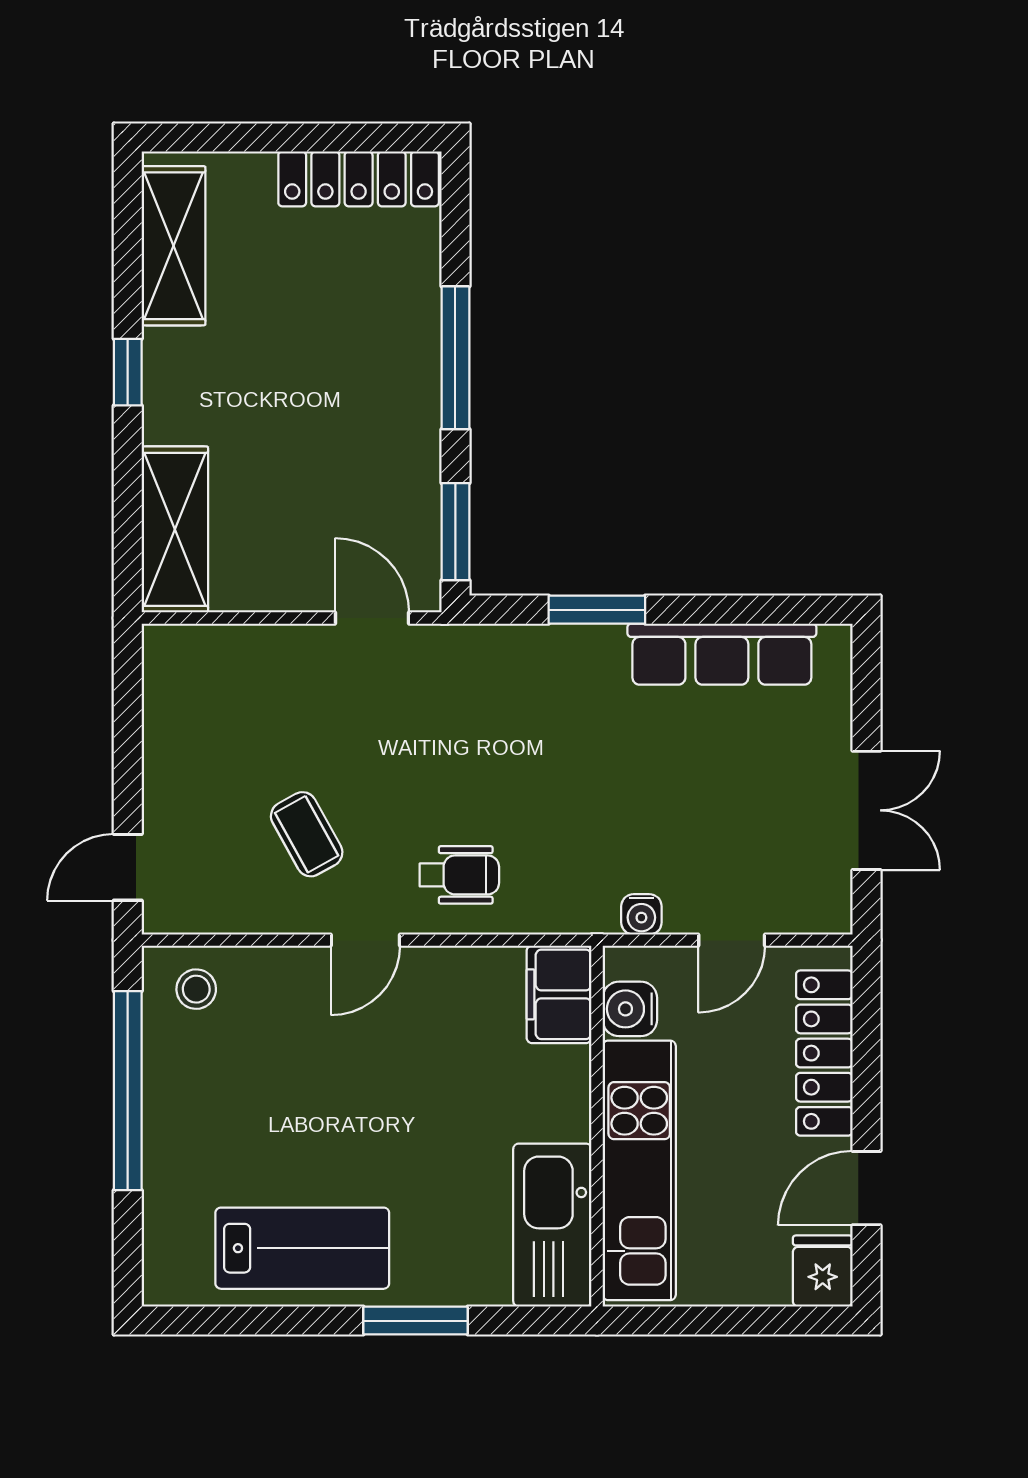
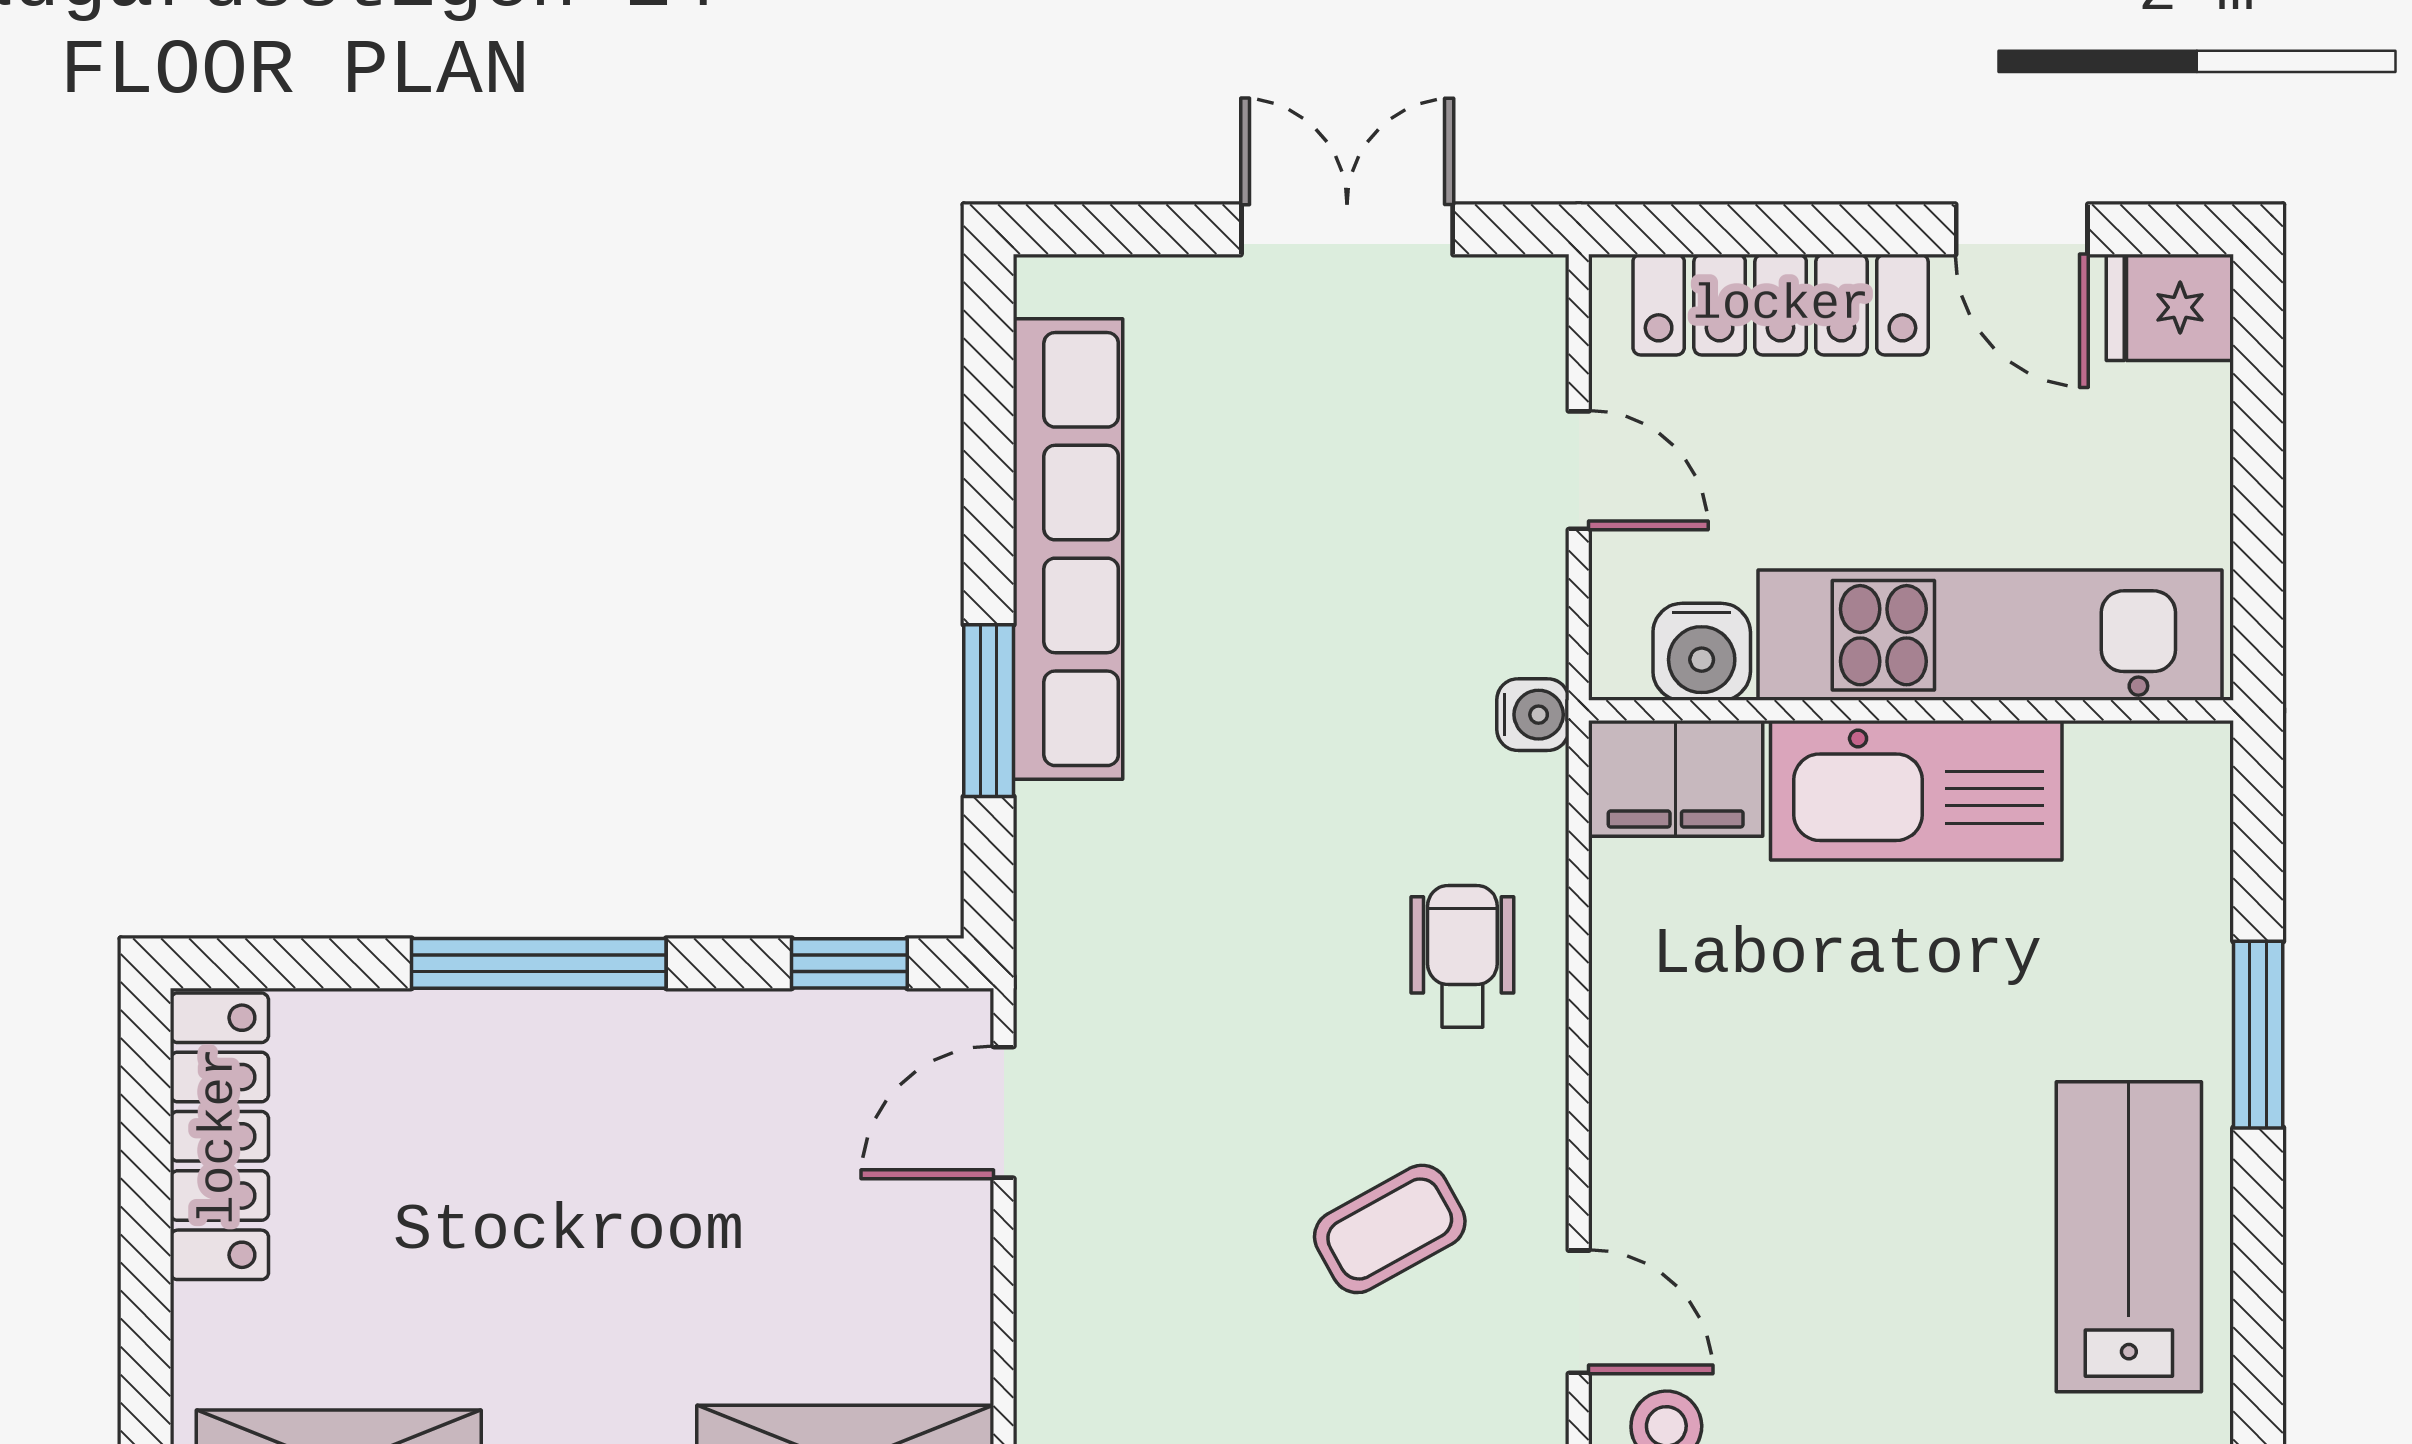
window: (455, 532) -> (849, 963), width x0.67
row of seats: (722, 654) -> (1068, 549), width x1.36
water cooler: (641, 914) -> (1533, 715), moved
door: (365, 940) -> (1579, 1312), moved
kitchen sink: (552, 1225) -> (1916, 790), moved

